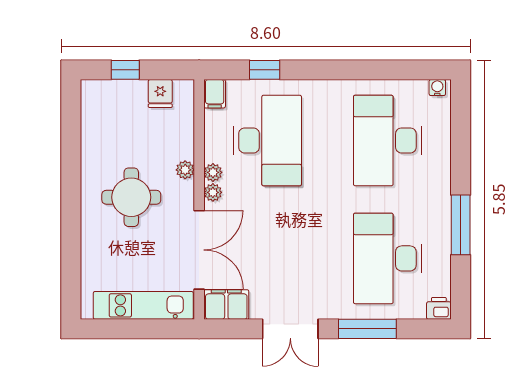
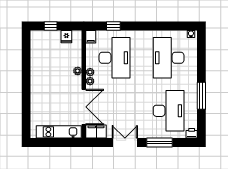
round table: (131, 197) -> (53, 83), removed
desk: (388, 258) -> (169, 111), turned 180
double door: (290, 329) -> (125, 143), swing flipped

